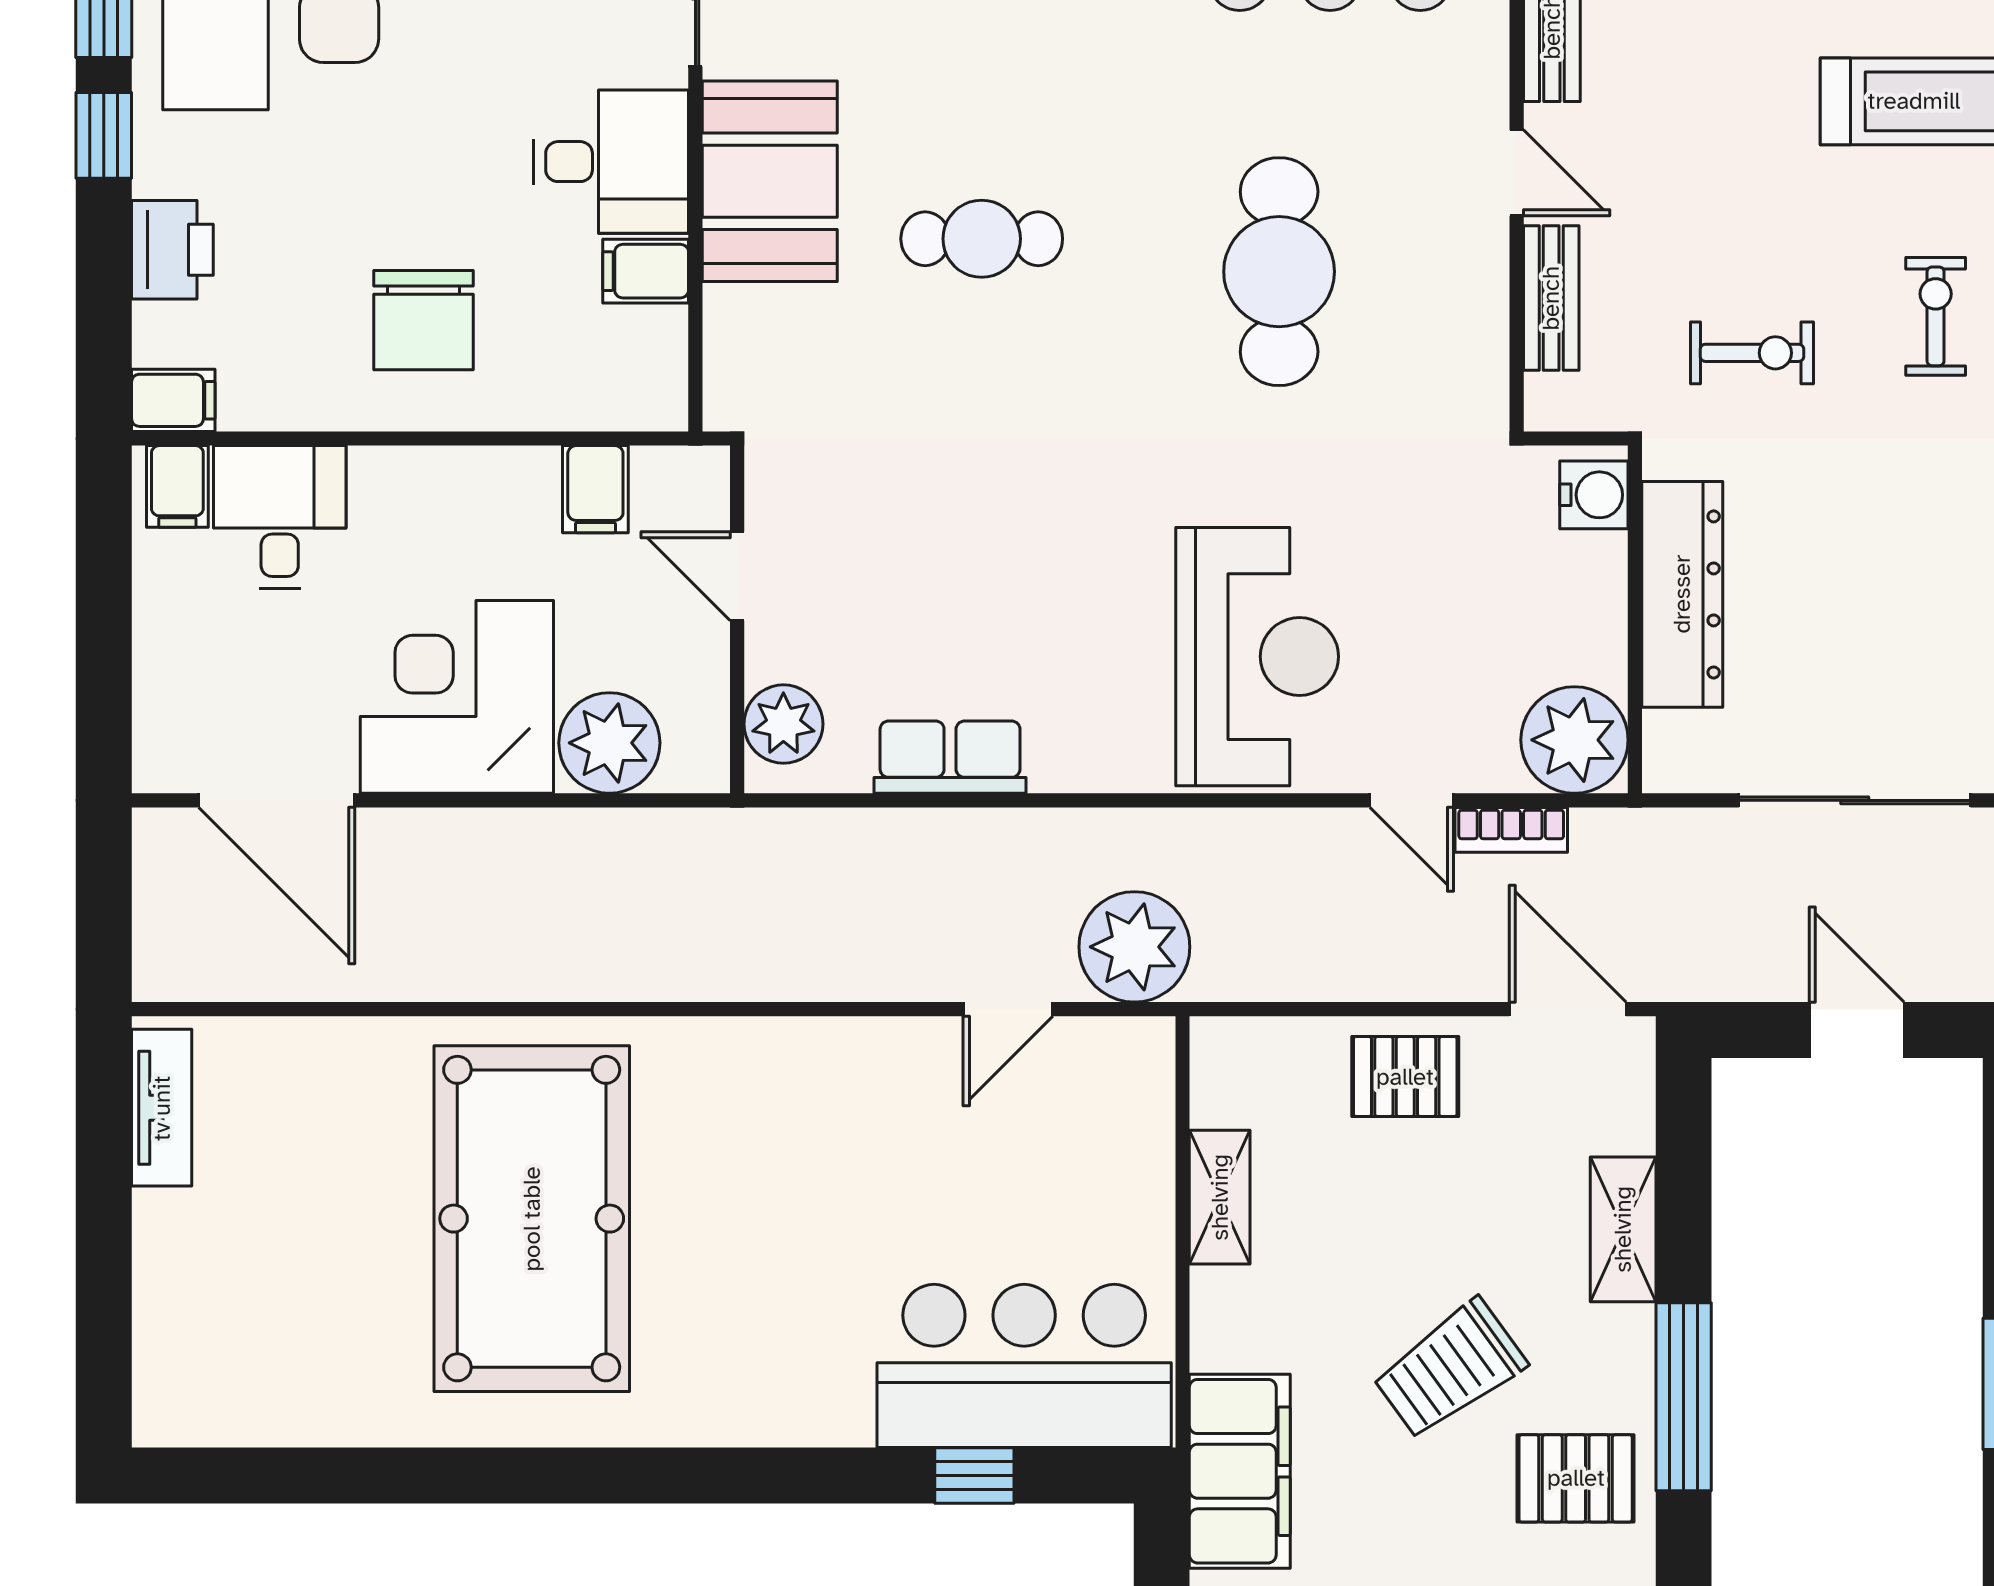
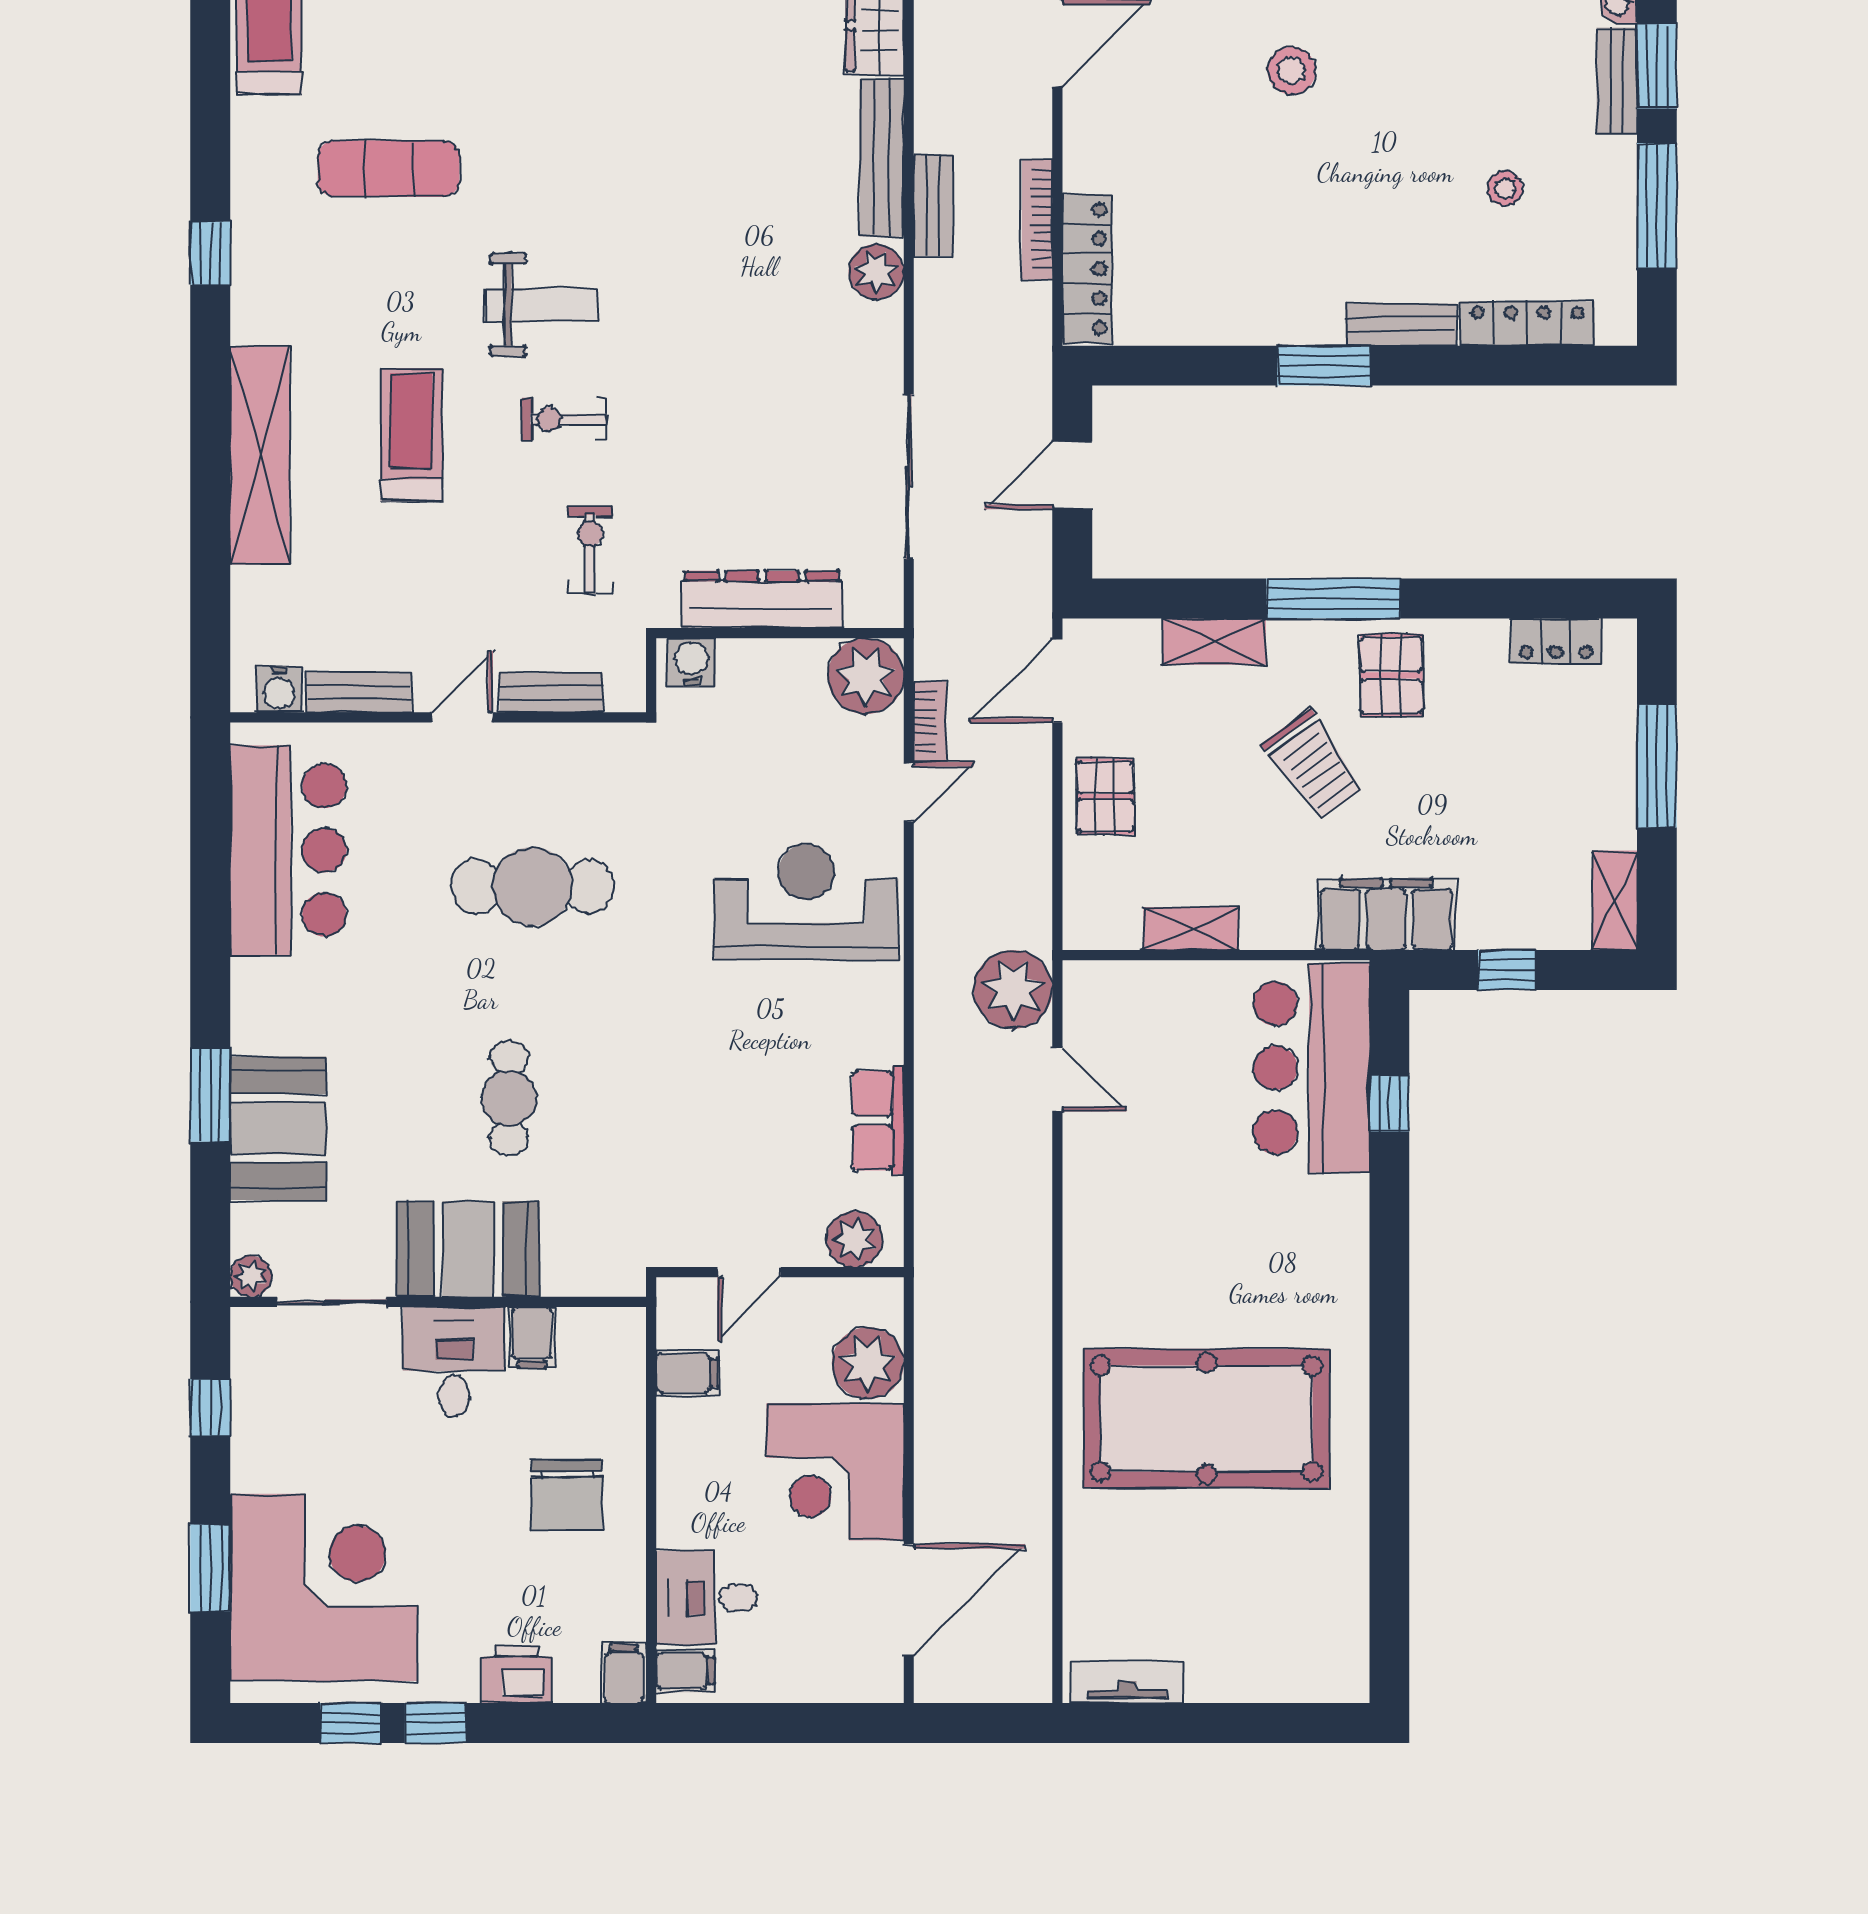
chair: (423, 320) -> (567, 1495), turned 90

